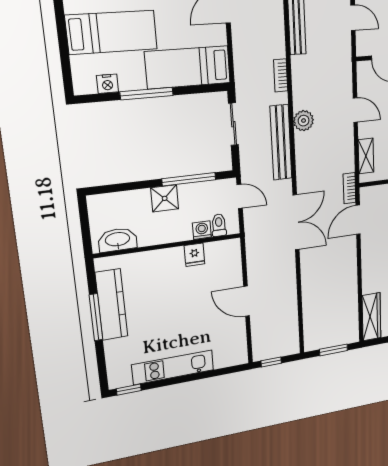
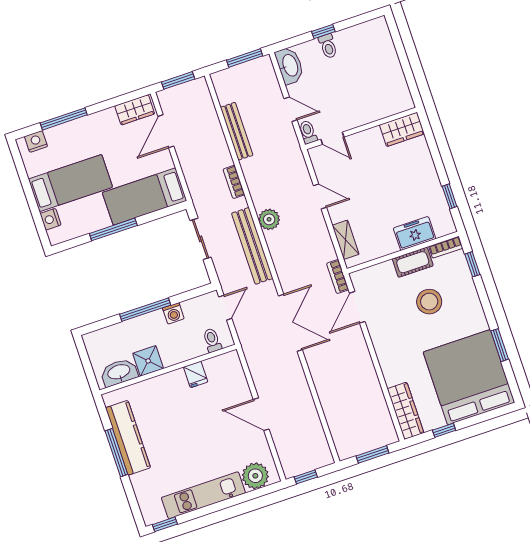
toilet: (362, 45) -> (308, 132), added
nightstand: (107, 84) -> (51, 219), moved, turned 90
window: (189, 179) -> (145, 310), moved
door: (240, 196) -> (225, 308), hinge flipped
shower: (165, 198) -> (148, 361), moved
washing machine: (202, 230) -> (173, 313), moved, turned 180
plant: (226, 356) -> (255, 476), added

